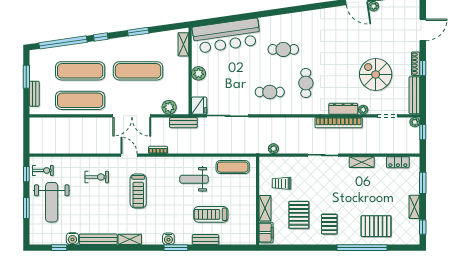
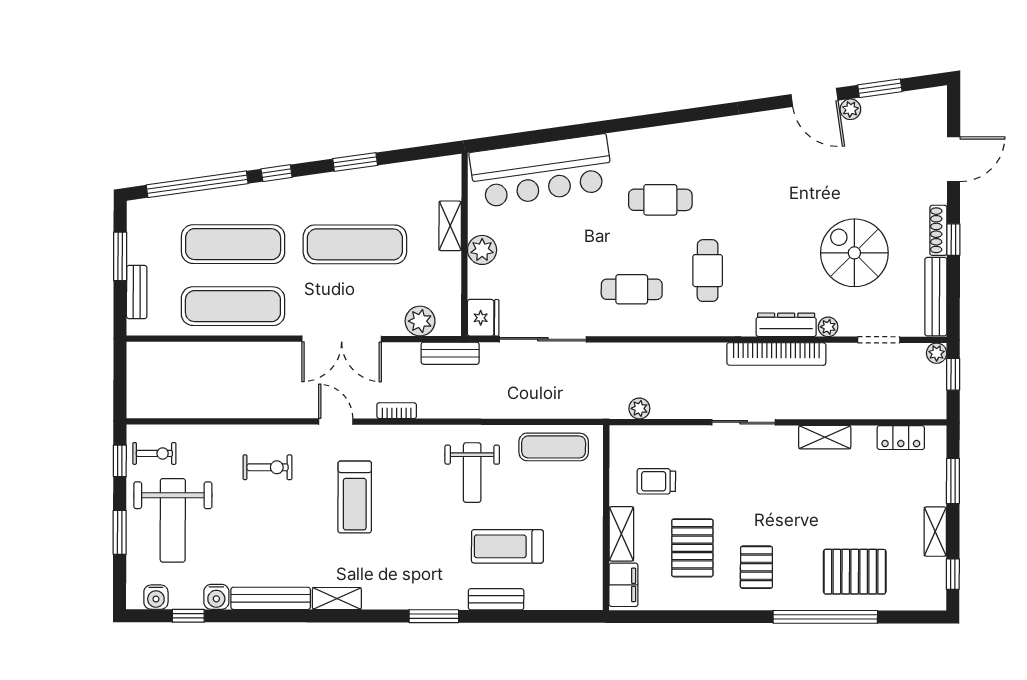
shelving: (183, 44) -> (450, 226), moved
weight bench: (194, 179) -> (472, 473), turned -90
water cooler: (168, 239) -> (156, 597), moved

